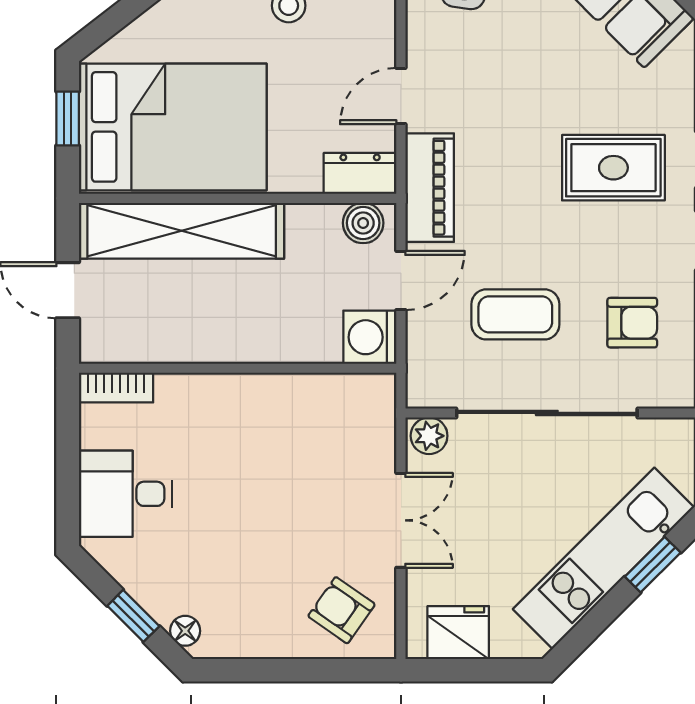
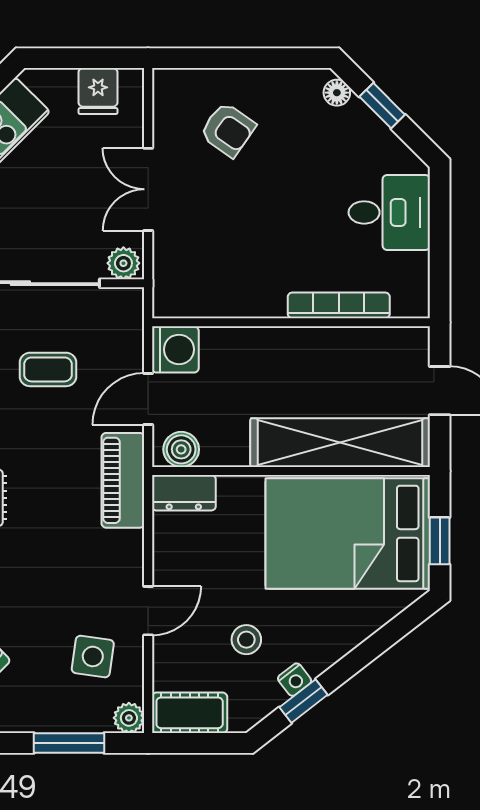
door: (401, 96) -> (148, 611), moved
coffee table: (515, 314) -> (48, 369), width x0.73, depth x0.77
bookcase: (116, 388) -> (339, 305), moved, width x1.56
armchair: (342, 610) -> (228, 130), moved
fridge: (458, 633) -> (98, 91), width x0.72

